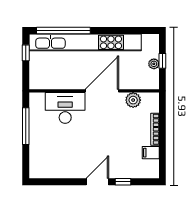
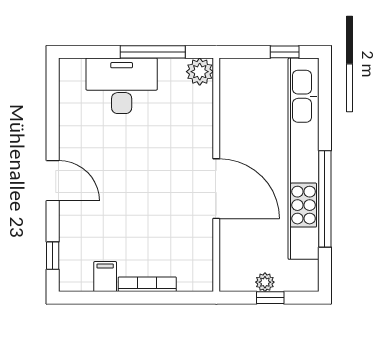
window: (63, 31) -> (325, 199), moved
plant: (133, 100) -> (200, 72), moved
desk: (65, 108) -> (122, 86), moved, turned -90
window: (123, 182) -> (53, 256), moved

